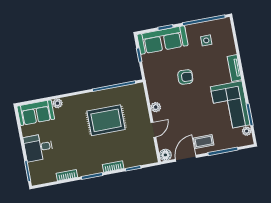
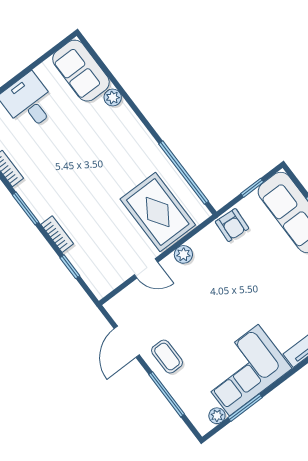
armchair: (185, 77) -> (232, 225), moved
rug: (106, 120) -> (158, 212), moved
floor lamp: (165, 155) -> (116, 307), removed
door: (186, 158) -> (127, 342), swing flipped

